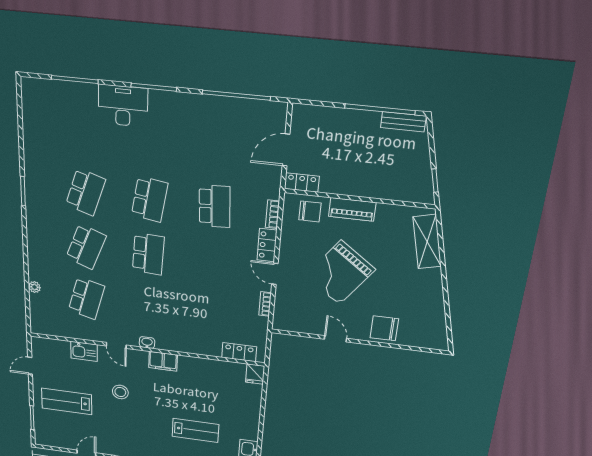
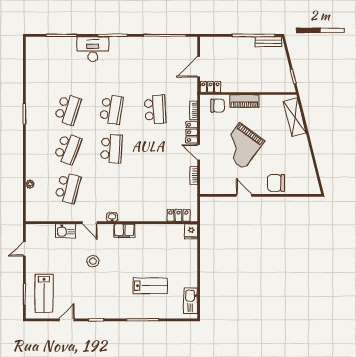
lab bench: (67, 401) -> (44, 293), moved, turned -90

